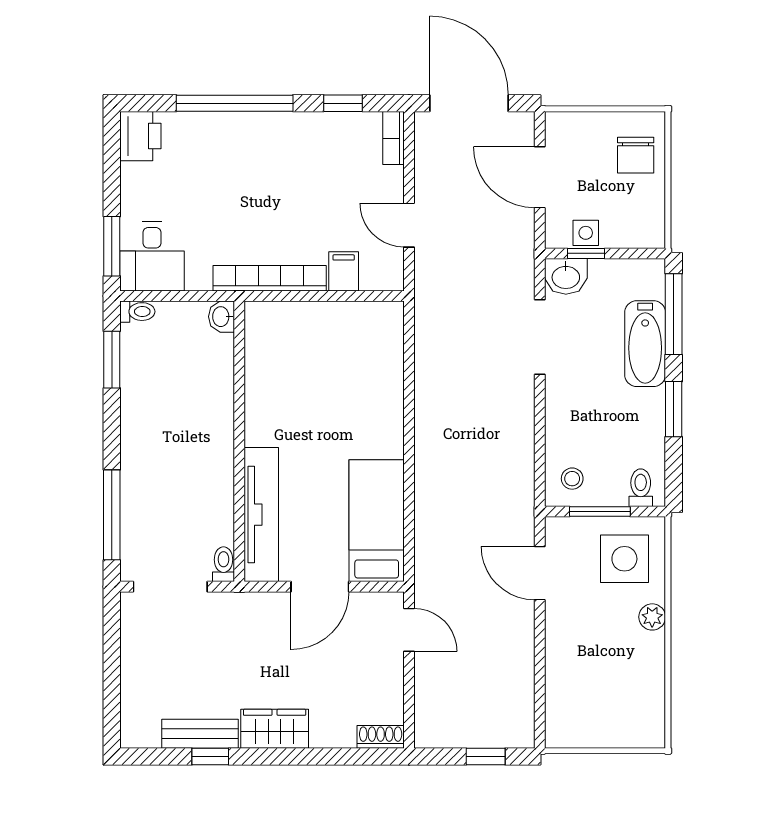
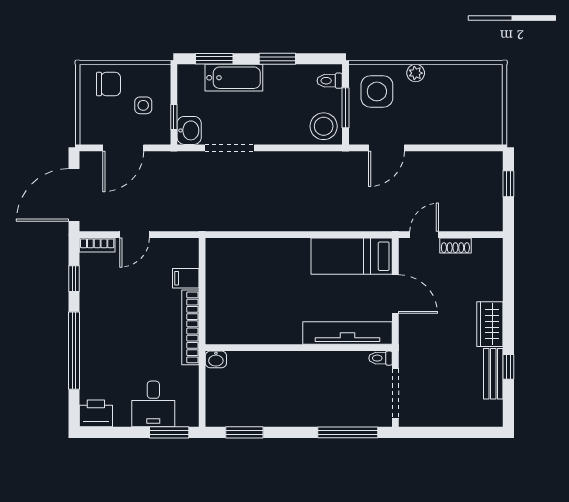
door: (409, 225) -> (135, 235), moved
side table: (586, 233) -> (143, 105), moved
desk: (152, 256) -> (153, 404), moved, turned 90
toilet: (137, 312) -> (213, 415), removed
window: (674, 314) -> (214, 59), width x0.69
stool: (572, 479) -> (324, 126), width x1.89, depth x1.89
shoe rack: (381, 737) -> (455, 246), moved, turned -90

